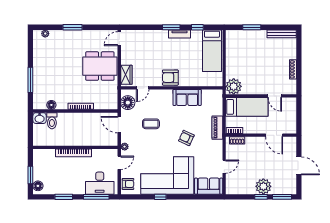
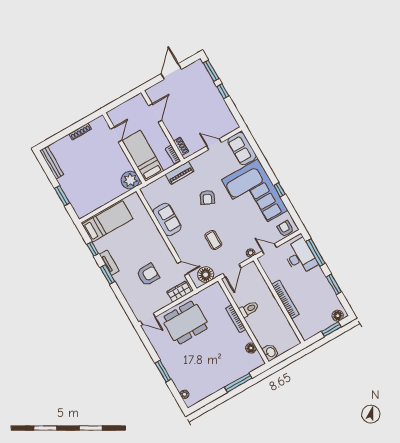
dining table: (100, 66) -> (186, 323), turned 90
armchair: (170, 78) -> (148, 275), moved, turned -90
toilet: (52, 121) -> (249, 309), moved
plant: (263, 186) -> (211, 95), removed

